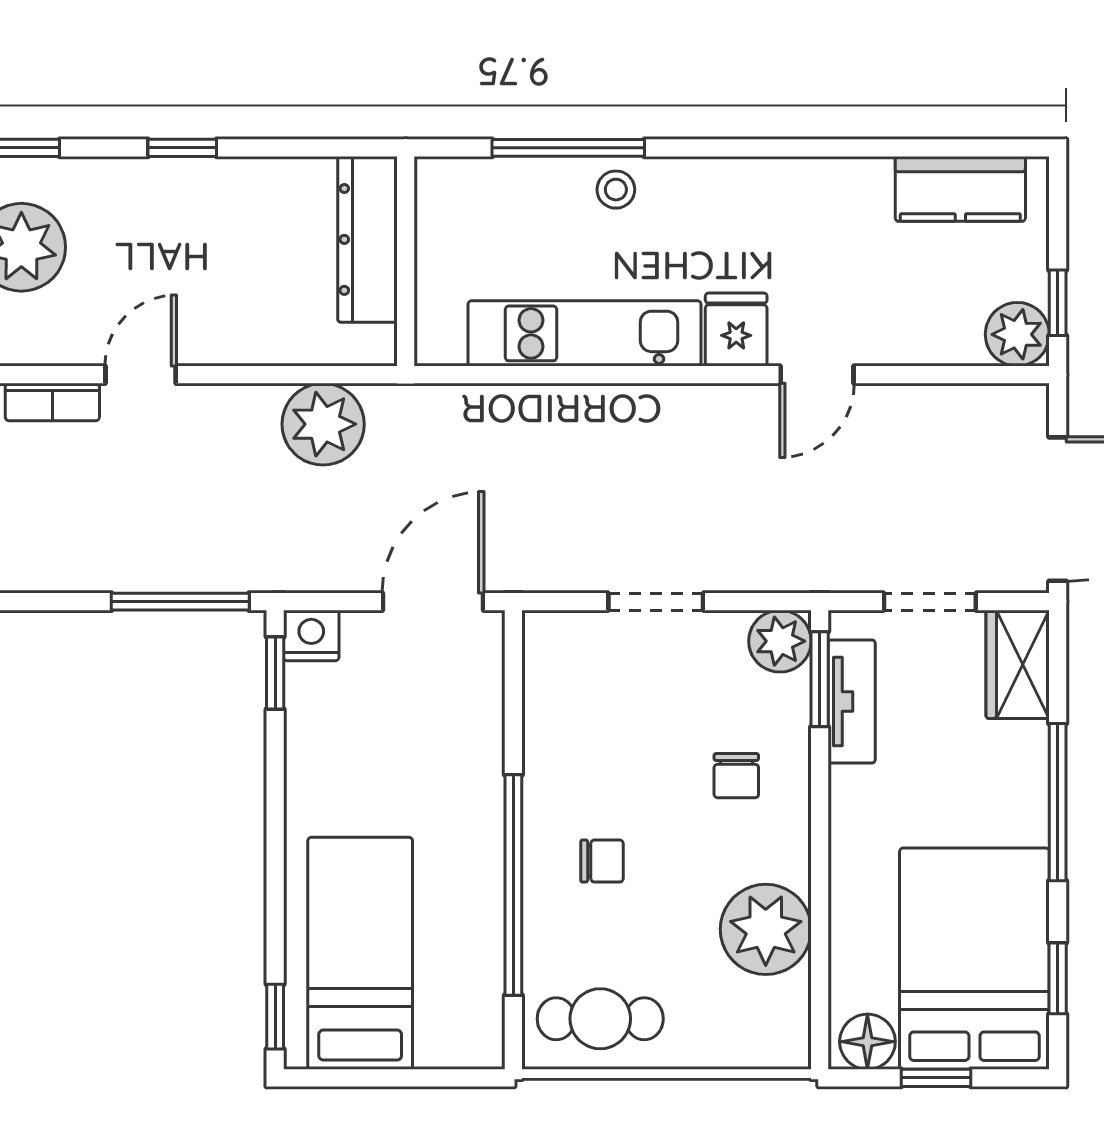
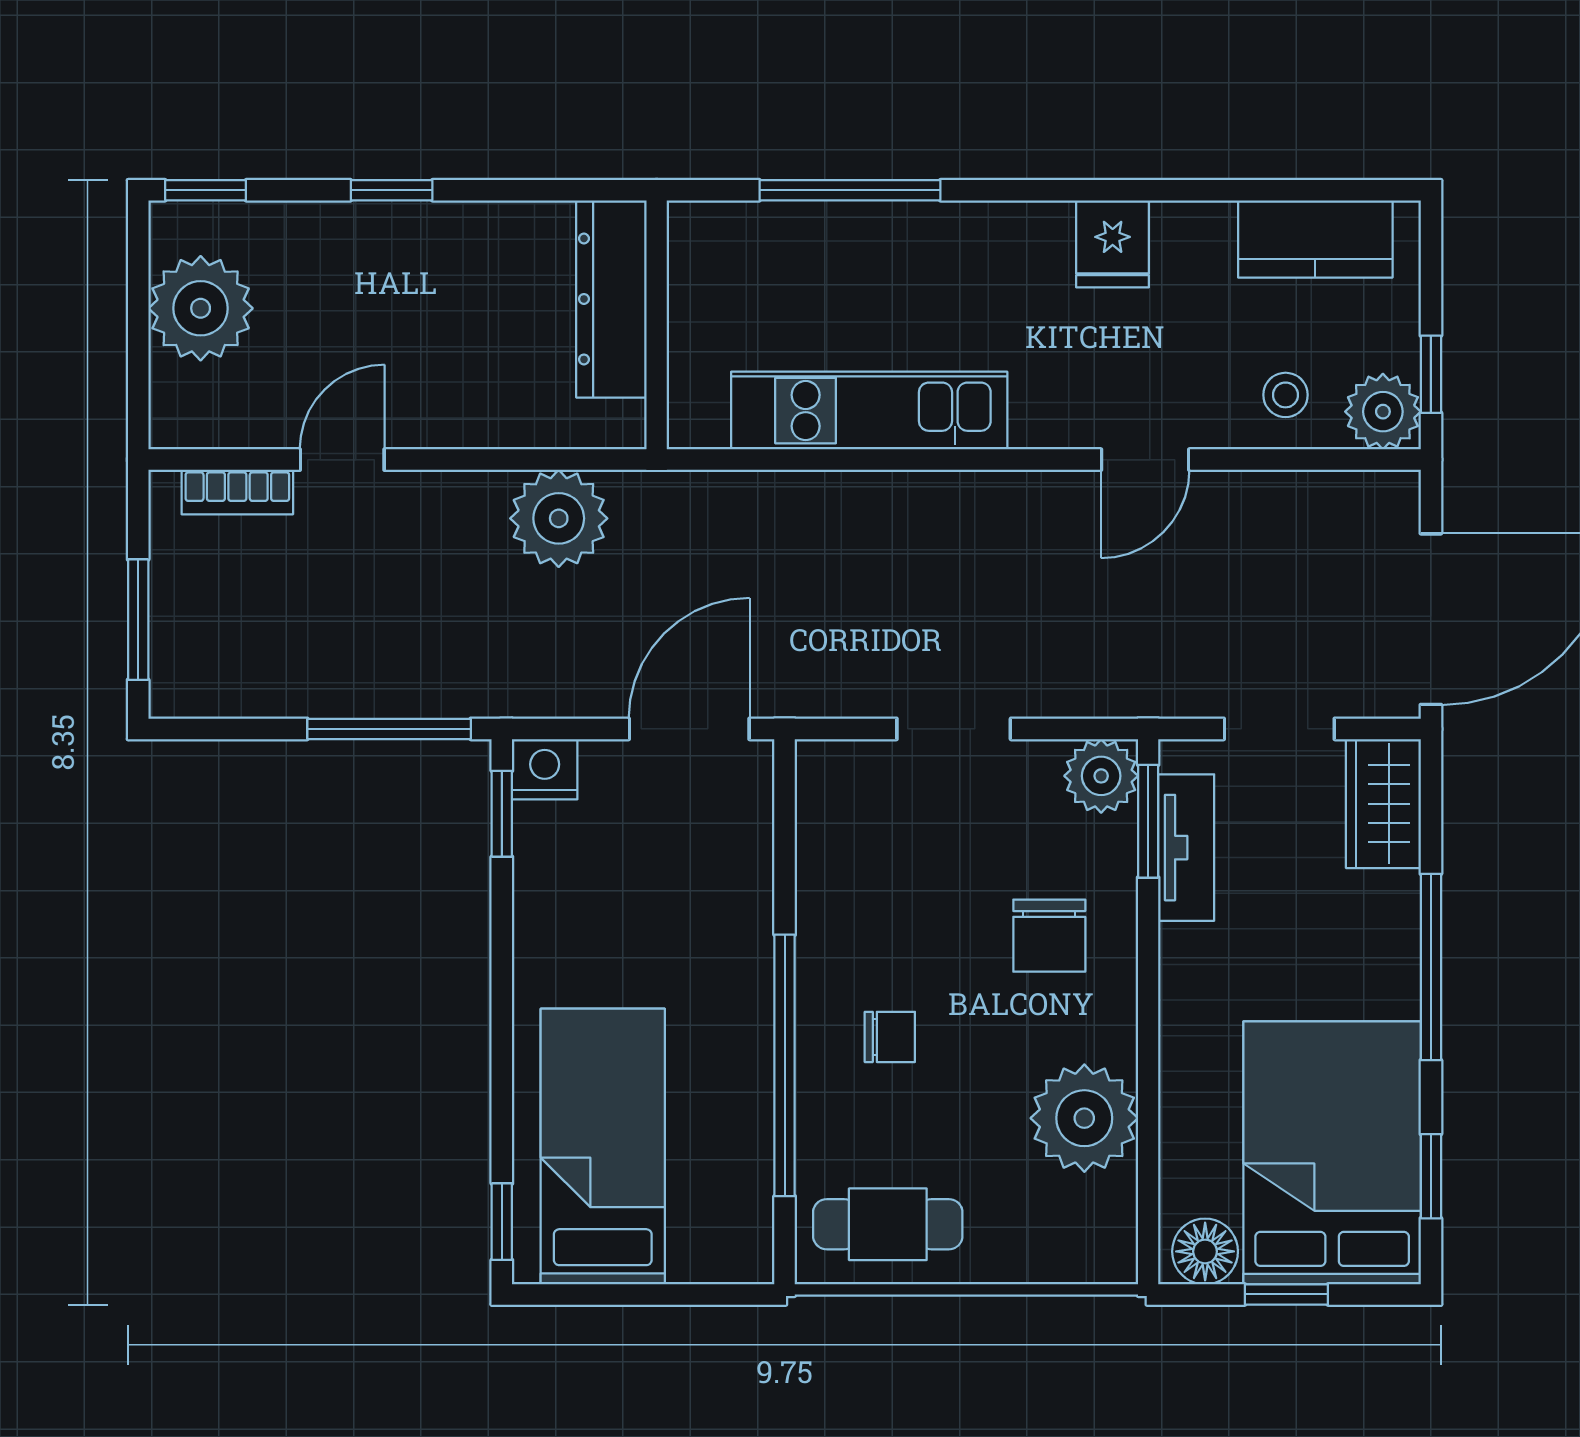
stool: (616, 190) -> (1286, 395), moved
fridge: (736, 330) -> (1113, 244), moved, turned 180
chair: (736, 776) -> (1049, 936), width x1.37, depth x1.37

